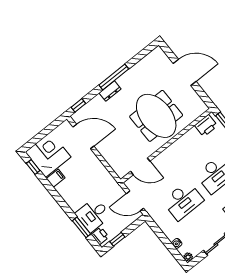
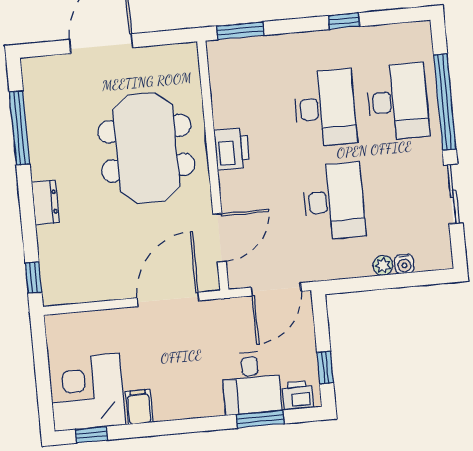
window: (114, 77) -> (20, 128), moved
meeting table: (156, 116) -> (146, 148), turned 90
printer: (206, 126) -> (232, 149), moved
door: (83, 137) -> (168, 299), moved
plant: (188, 257) -> (383, 265), moved

